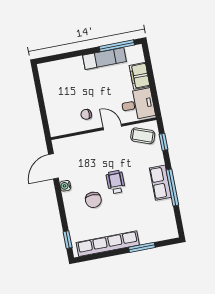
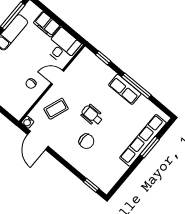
coffee table: (143, 136) -> (56, 109), moved
water cooler: (65, 186) -> (28, 122), moved
row of seats: (108, 244) -> (143, 140), moved

